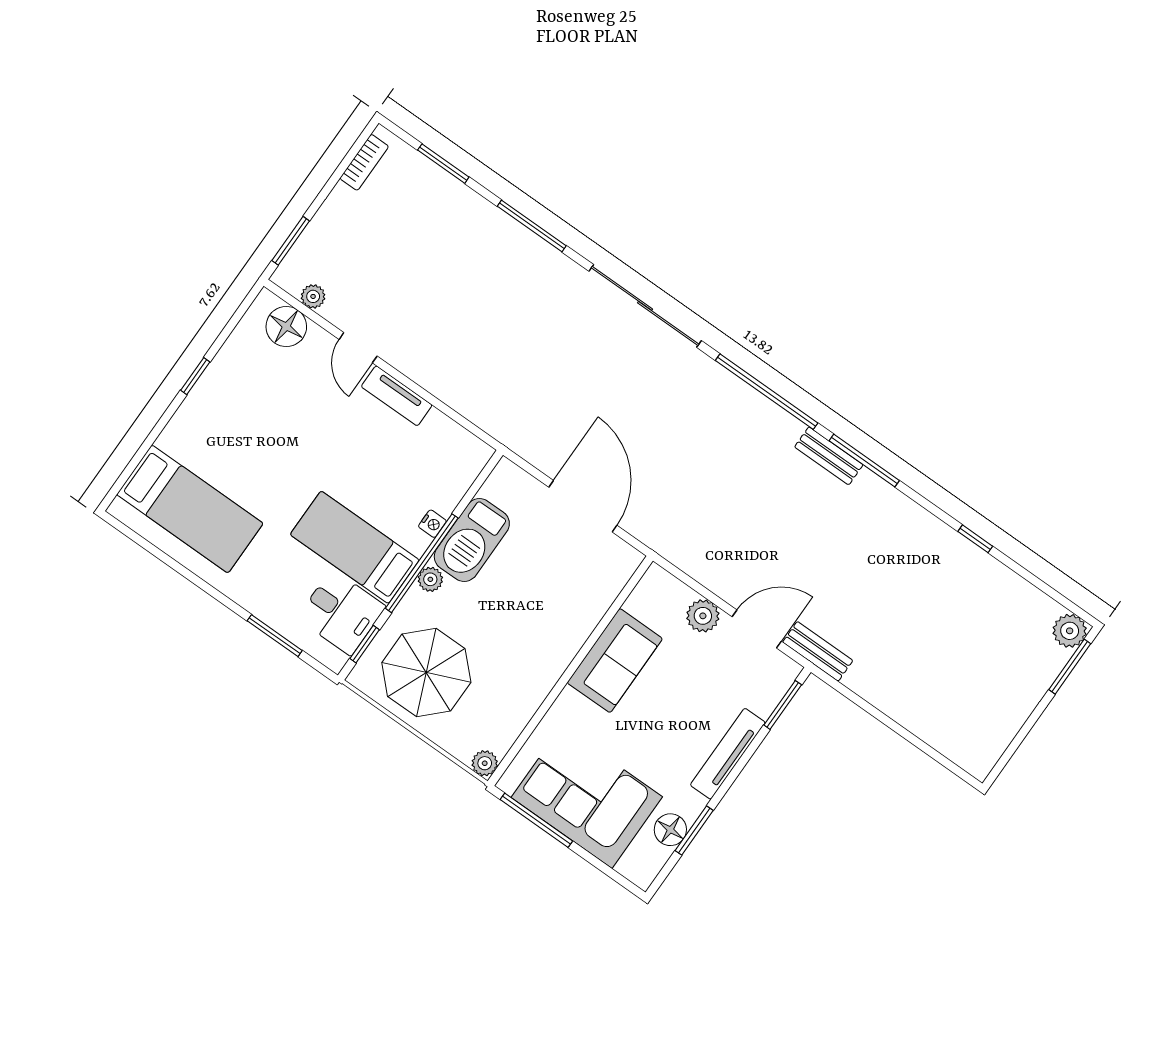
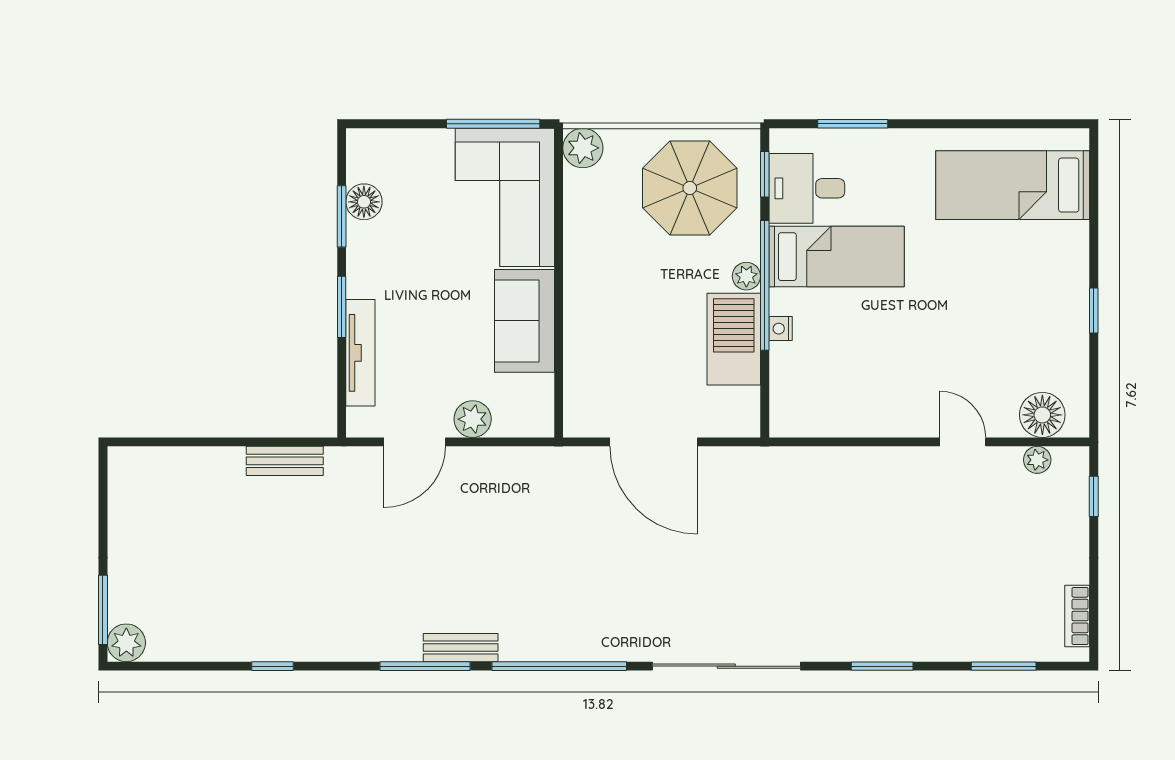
window: (532, 226) -> (882, 666), width x0.69
window: (291, 241) -> (1094, 496), width x0.67
tv unit: (397, 396) -> (896, 423), removed
bench: (818, 651) -> (285, 461), moved
window: (783, 705) -> (342, 307), moved
tv unit: (728, 754) -> (360, 353), moved
plant: (485, 763) -> (583, 148), width x1.38, depth x1.38
corner sofa: (587, 797) -> (505, 197), moved, turned 90

